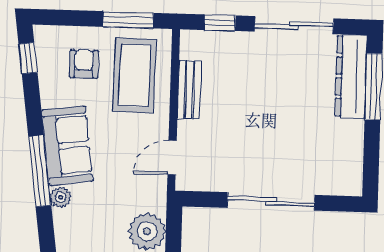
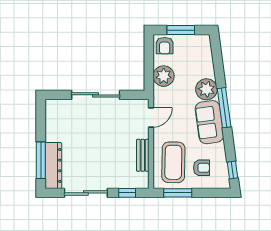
armchair: (84, 64) -> (201, 168), turned -90
plant: (61, 197) -> (206, 89), width x1.88, depth x1.88

